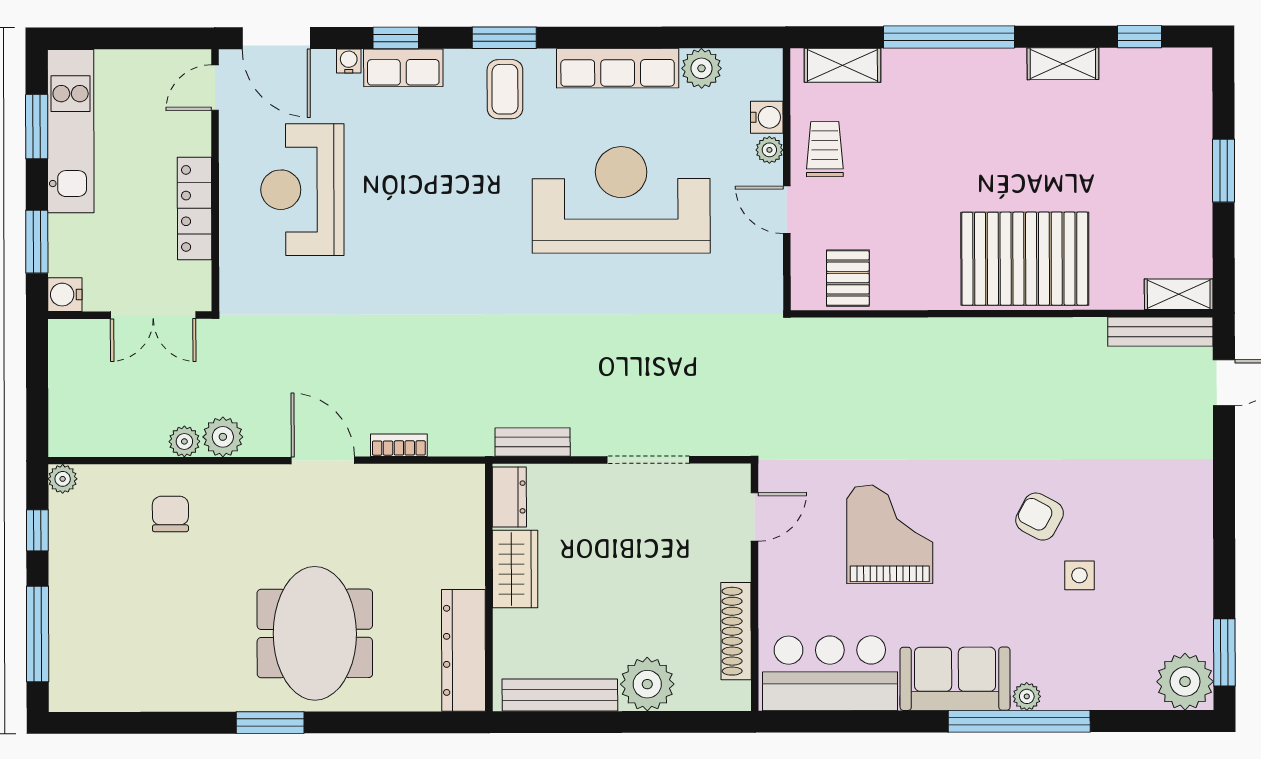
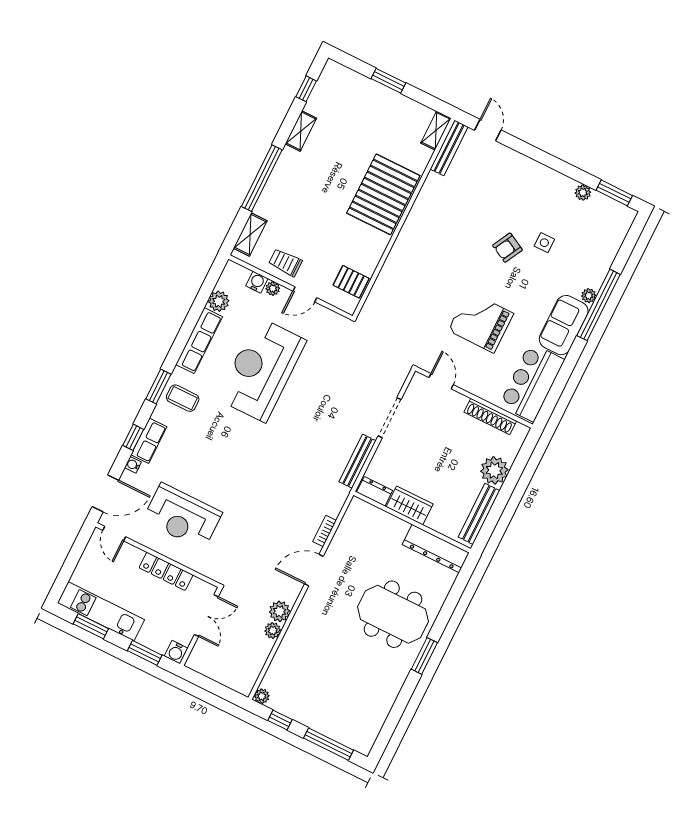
bench: (533, 442) -> (357, 461), width x1.36
chair: (170, 514) -> (303, 654), removed
plant: (1185, 682) -> (583, 193), moved, width x0.53, depth x0.53

